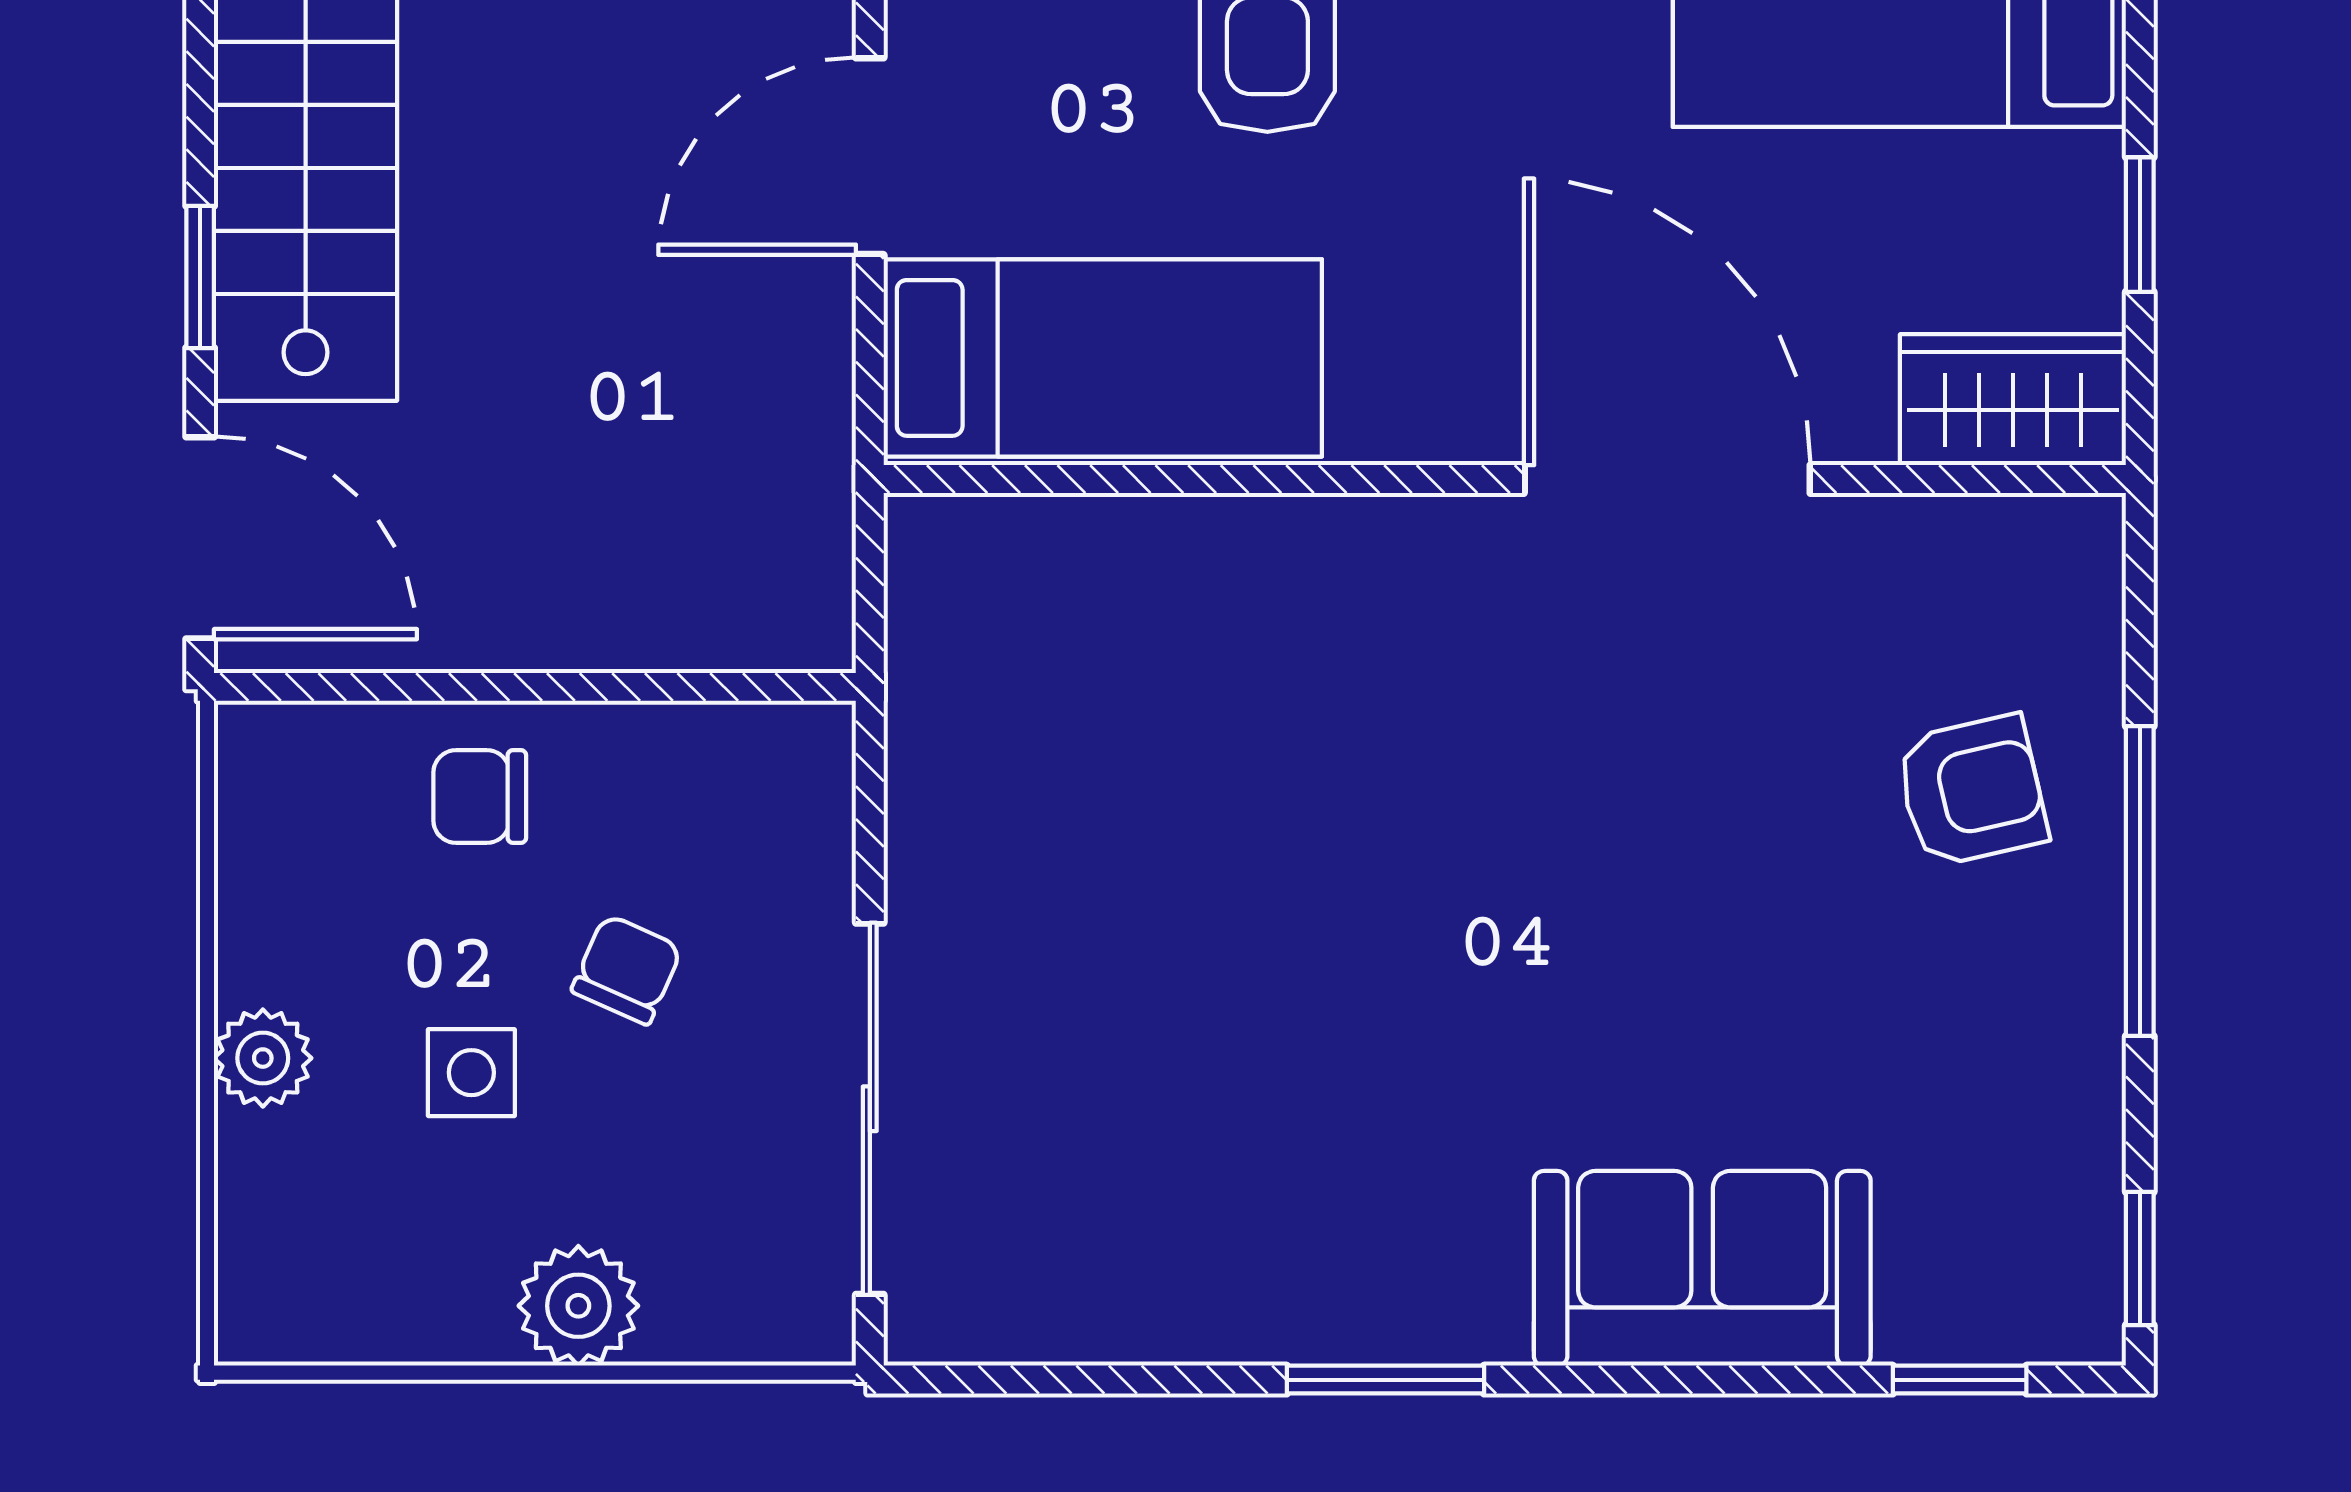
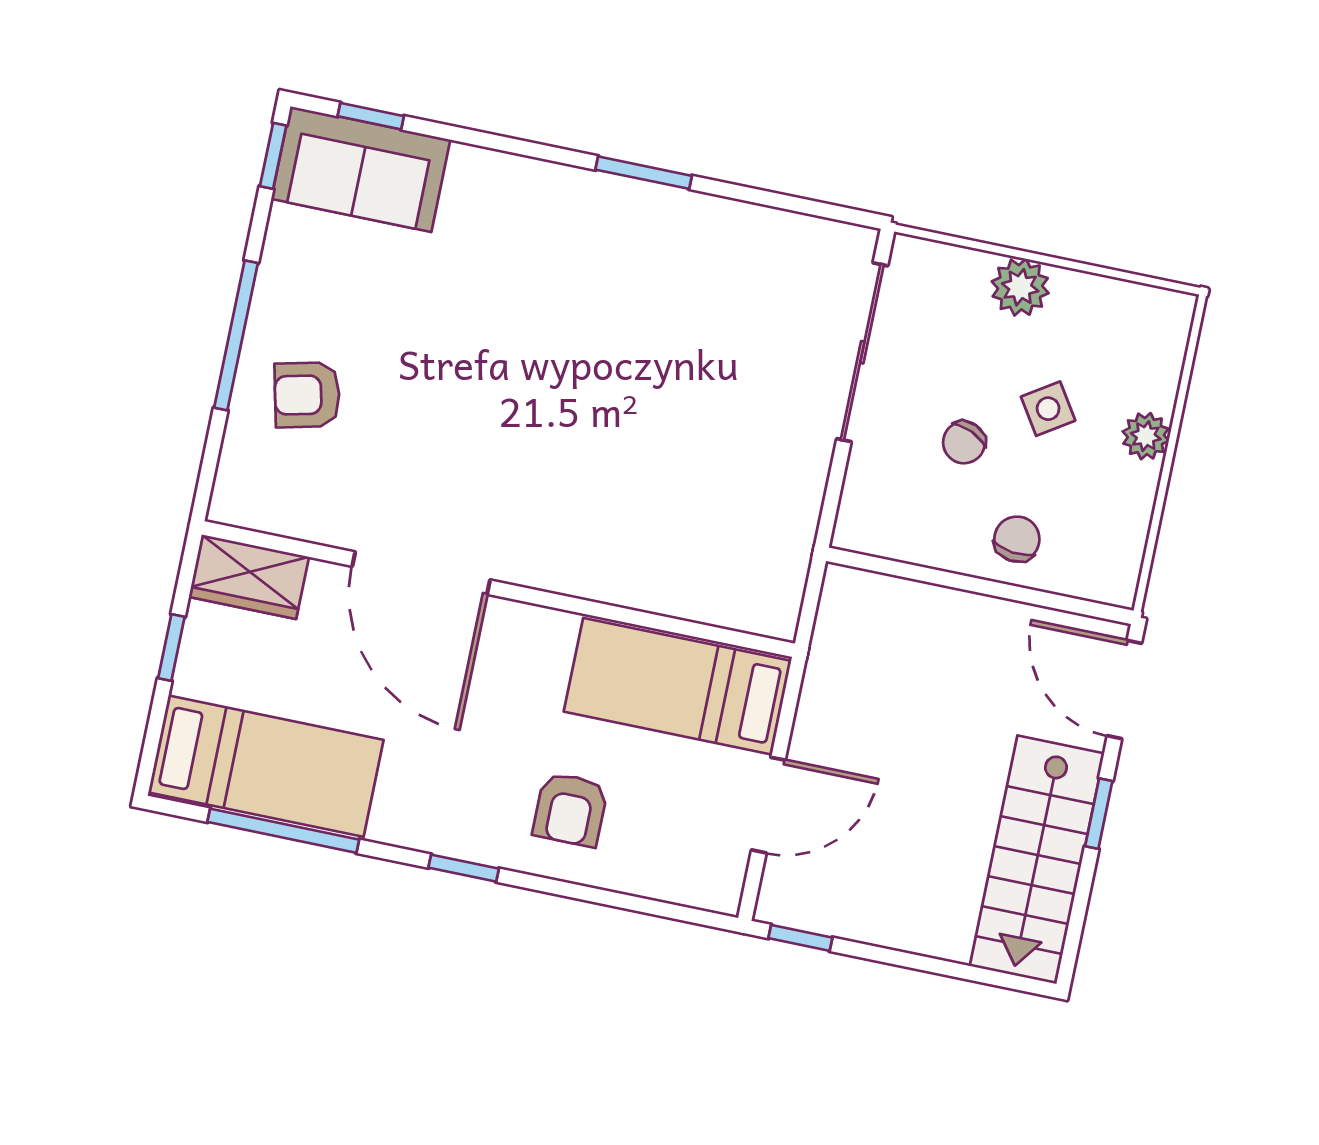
chair: (480, 797) -> (1017, 539), turned -83
side table: (471, 1073) -> (1048, 409), turned -33
sofa: (1702, 1268) -> (361, 169), moved

